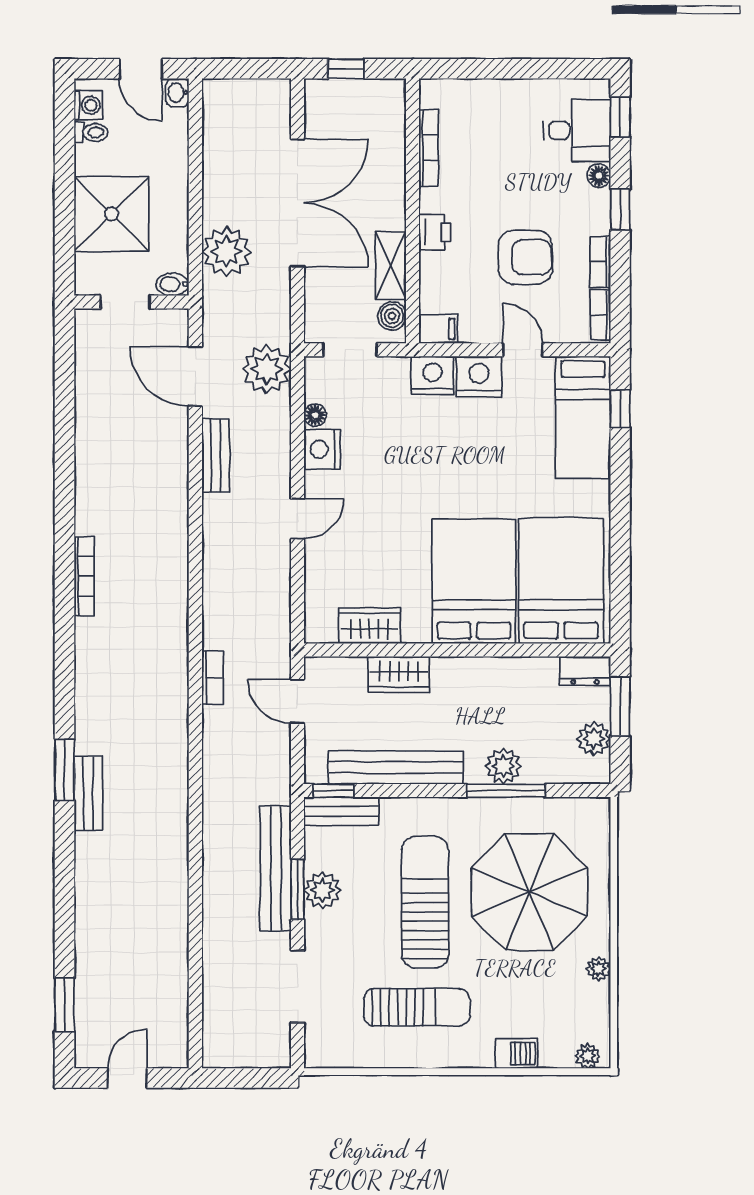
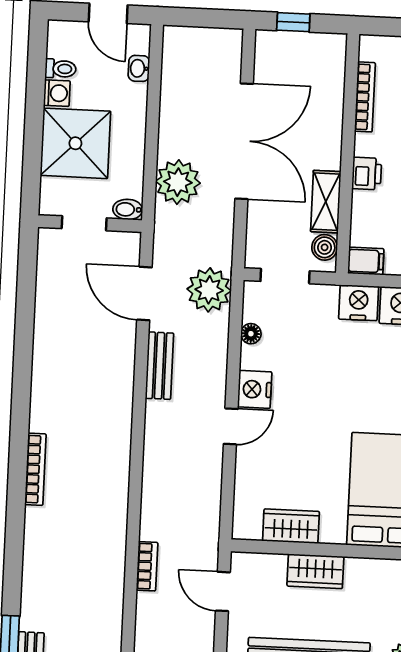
washbasin: (178, 93) -> (139, 68), moved
washing machine: (88, 105) -> (57, 93), moved
nightstand: (322, 449) -> (255, 389), moved

